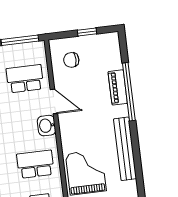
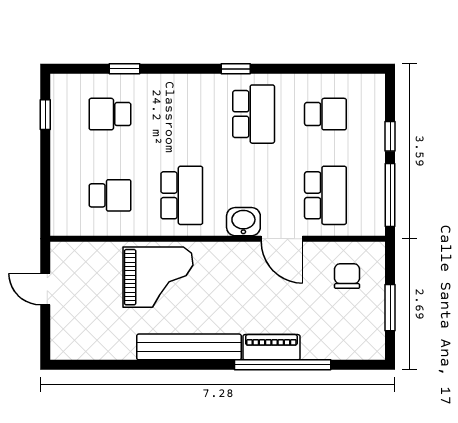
window: (87, 32) -> (390, 308), width x1.50
piano: (118, 87) -> (271, 347), moved
door: (54, 101) -> (282, 239), hinge flipped

